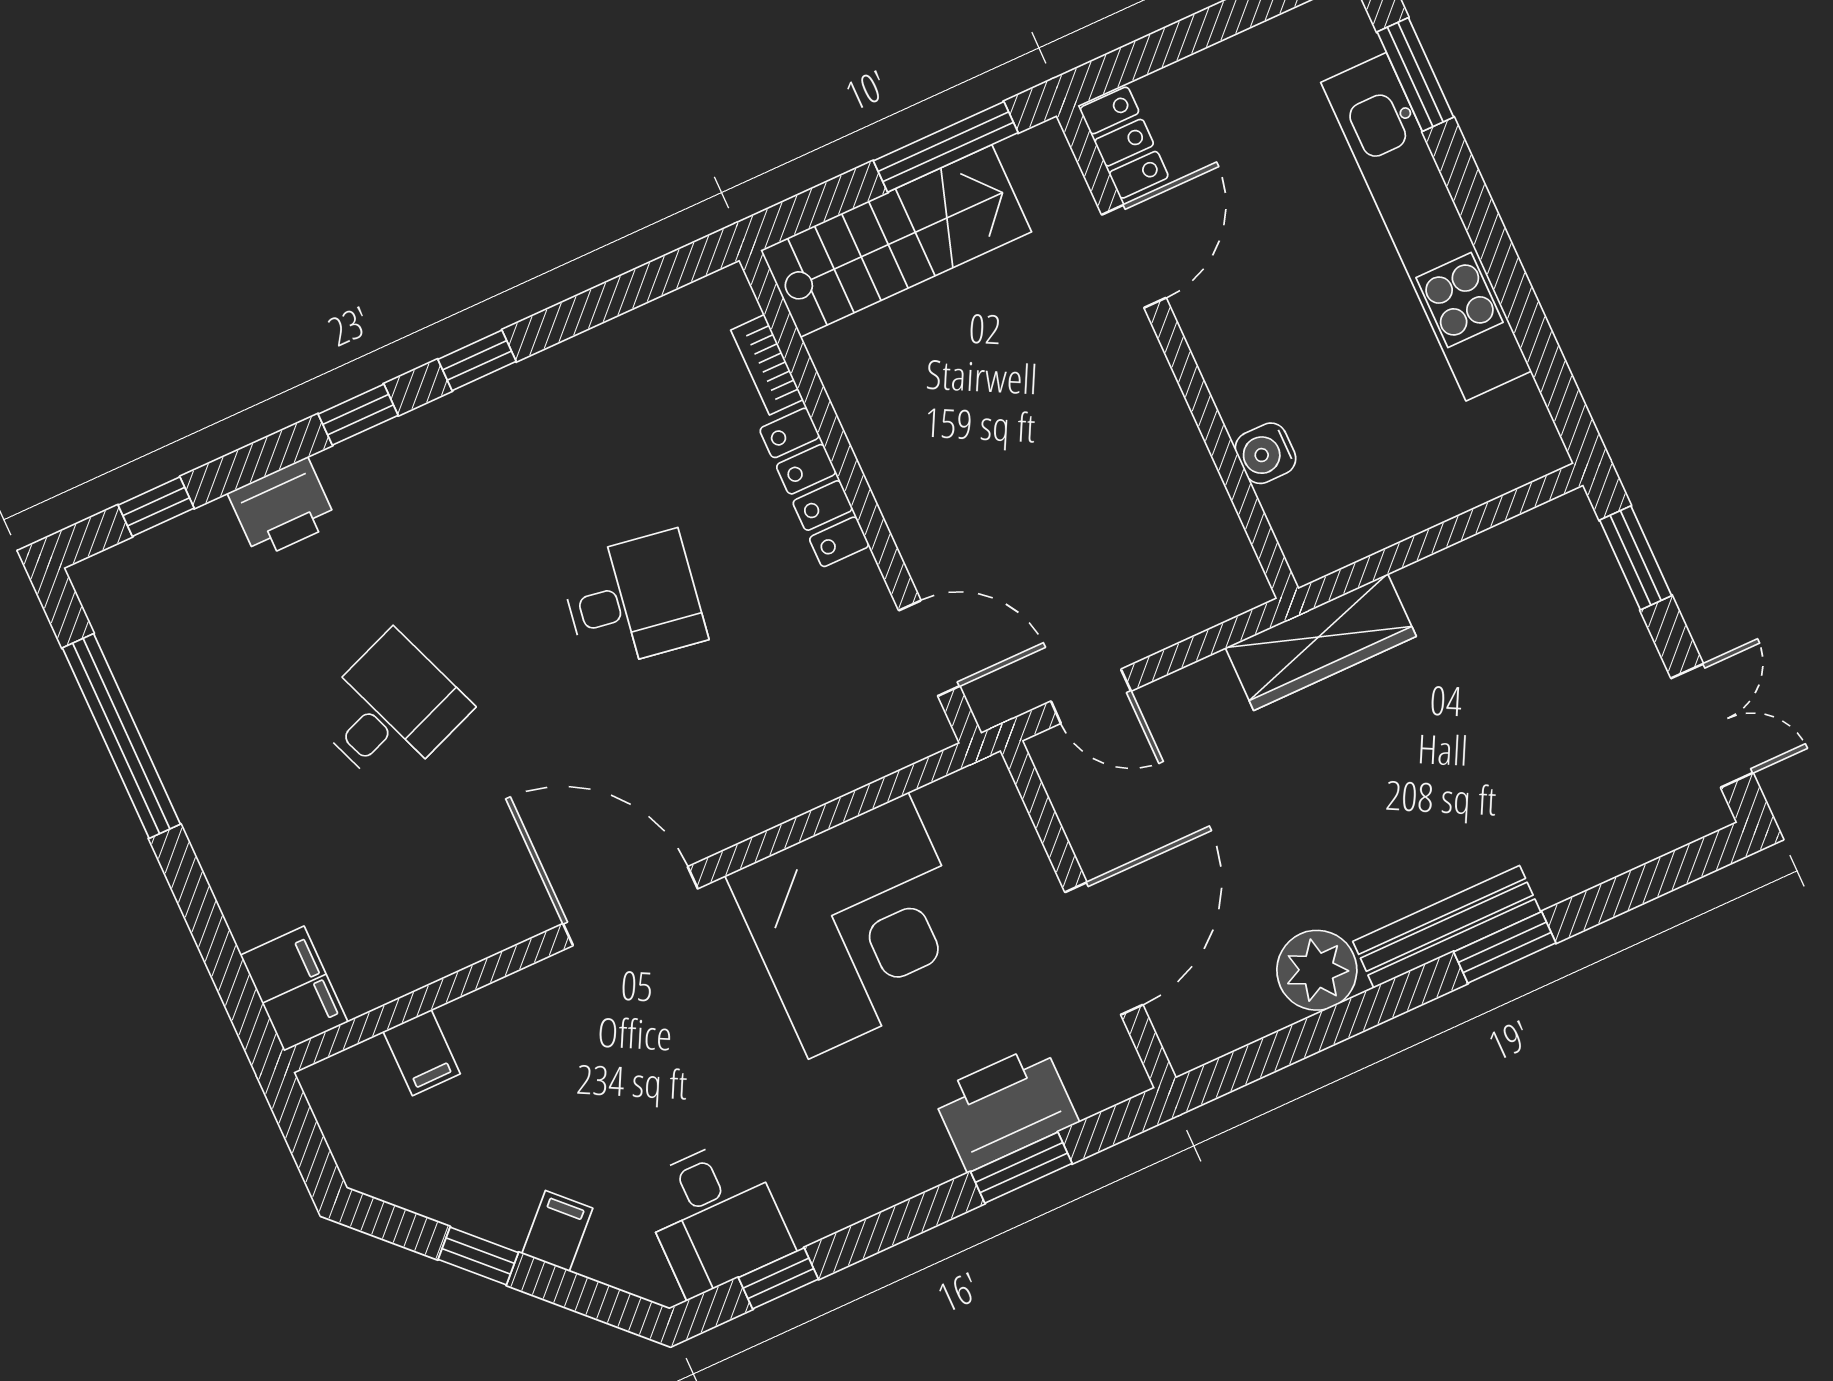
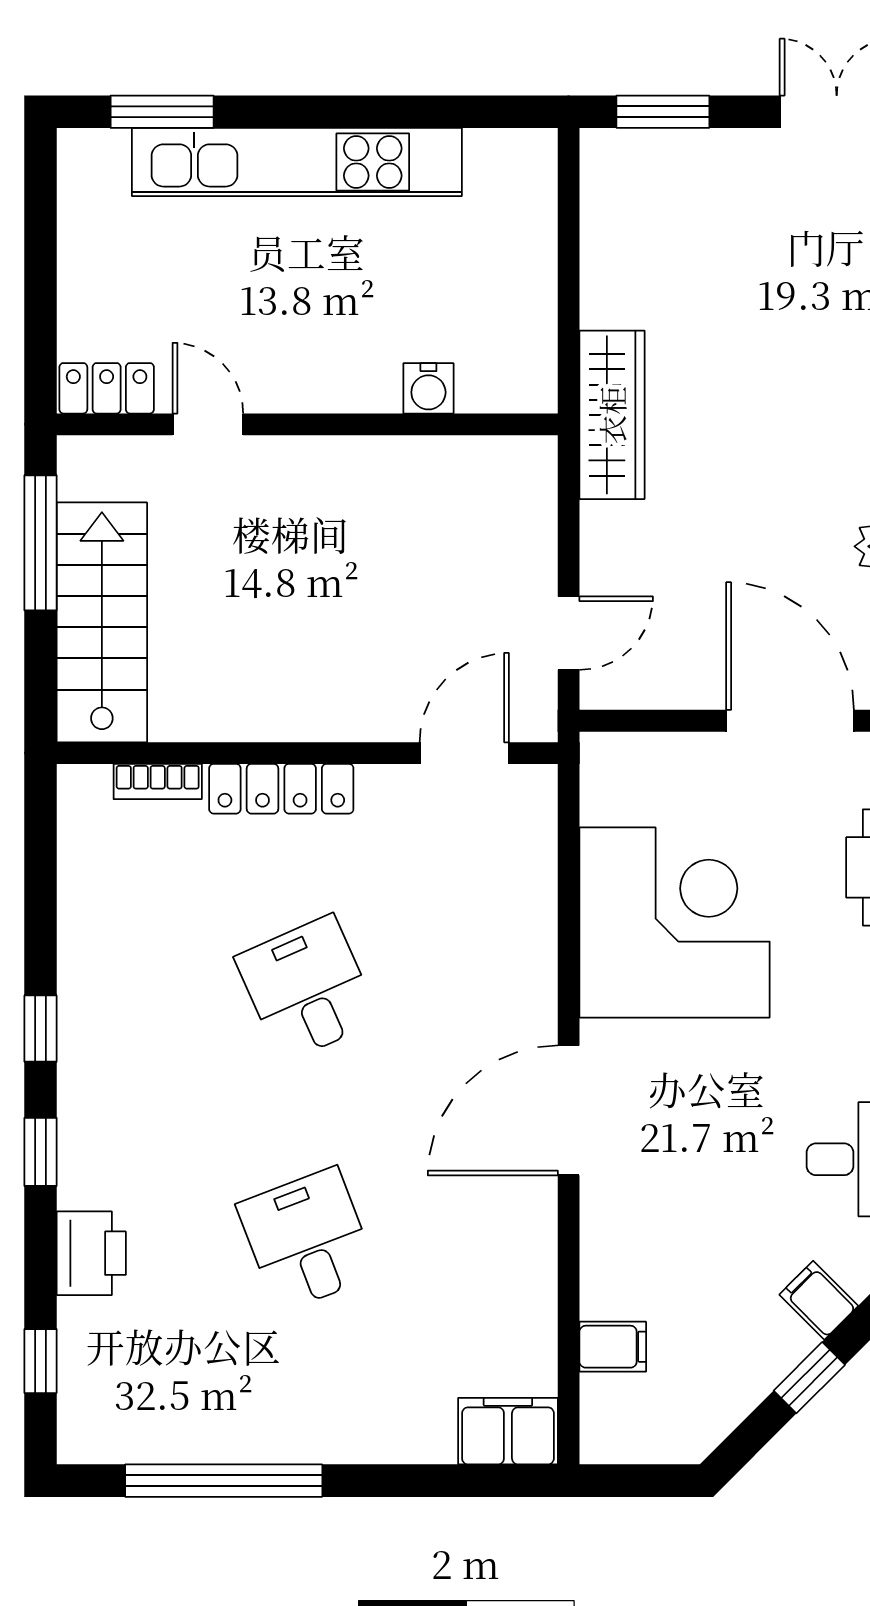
door: (1134, 256) -> (208, 424), width x0.73
desk: (633, 600) -> (307, 989), turned -33

